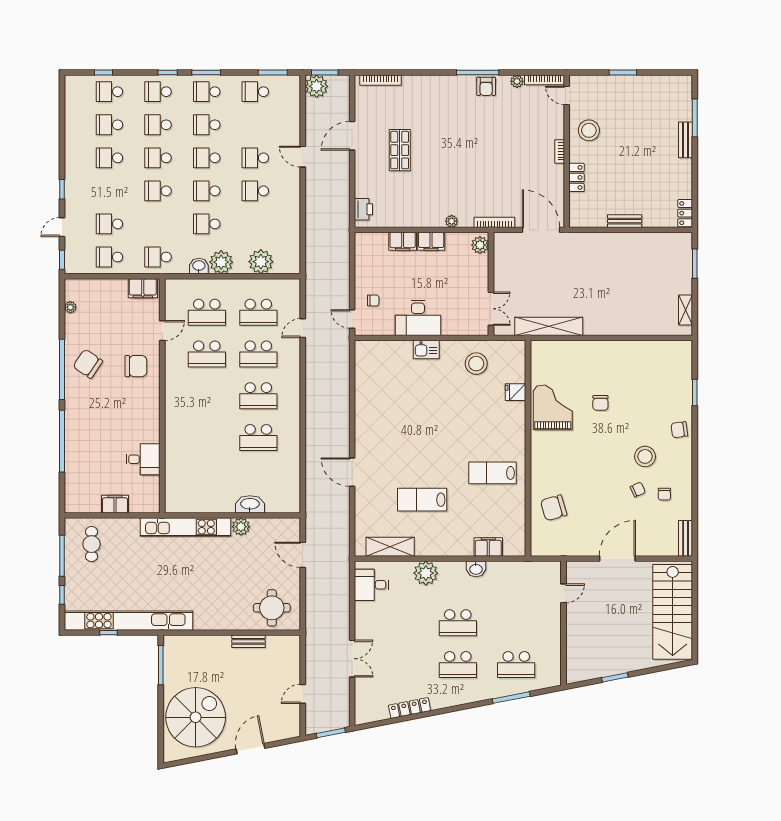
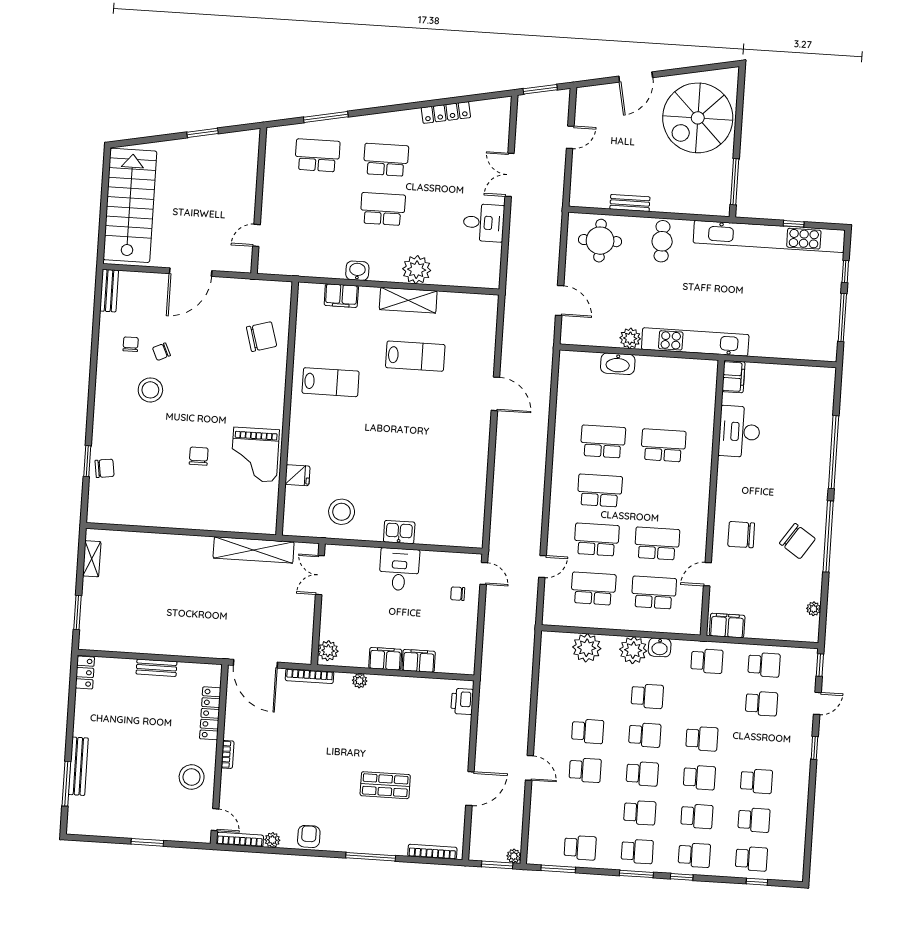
window: (478, 72) -> (371, 857), moved
plant: (317, 86) -> (514, 856), width x0.53, depth x0.53
bench: (685, 140) -> (78, 766), width x1.36
shop shelf: (400, 150) -> (385, 785), moved, turned 90
locker: (577, 177) -> (210, 713), width x1.53
desk: (418, 318) -> (399, 569), width x0.73
chair: (679, 430) -> (104, 468), moved
school desk: (207, 438) -> (663, 445), added
desk: (143, 459) -> (739, 432), width x1.37
filing cabinet: (115, 504) -> (733, 377), moved, turned -90
cafe table: (92, 544) -> (662, 241), moved
shelving: (390, 547) -> (408, 300), moved
desk: (371, 585) -> (484, 223), moved

